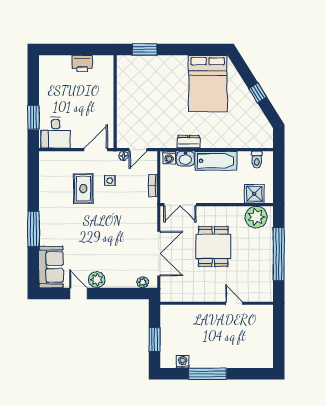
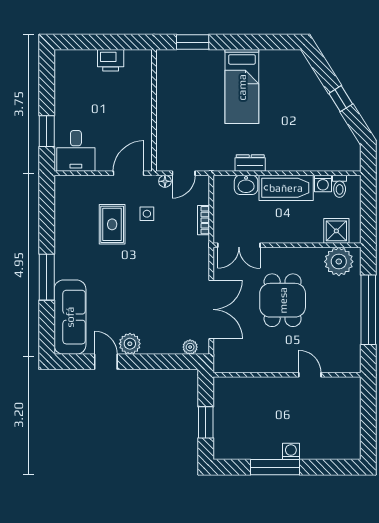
bed: (208, 84) -> (242, 87), moved, width x0.67
washing machine: (169, 157) -> (323, 183), moved
sofa: (51, 267) -> (70, 317), width x1.36
washing machine: (183, 362) -> (291, 451), moved

